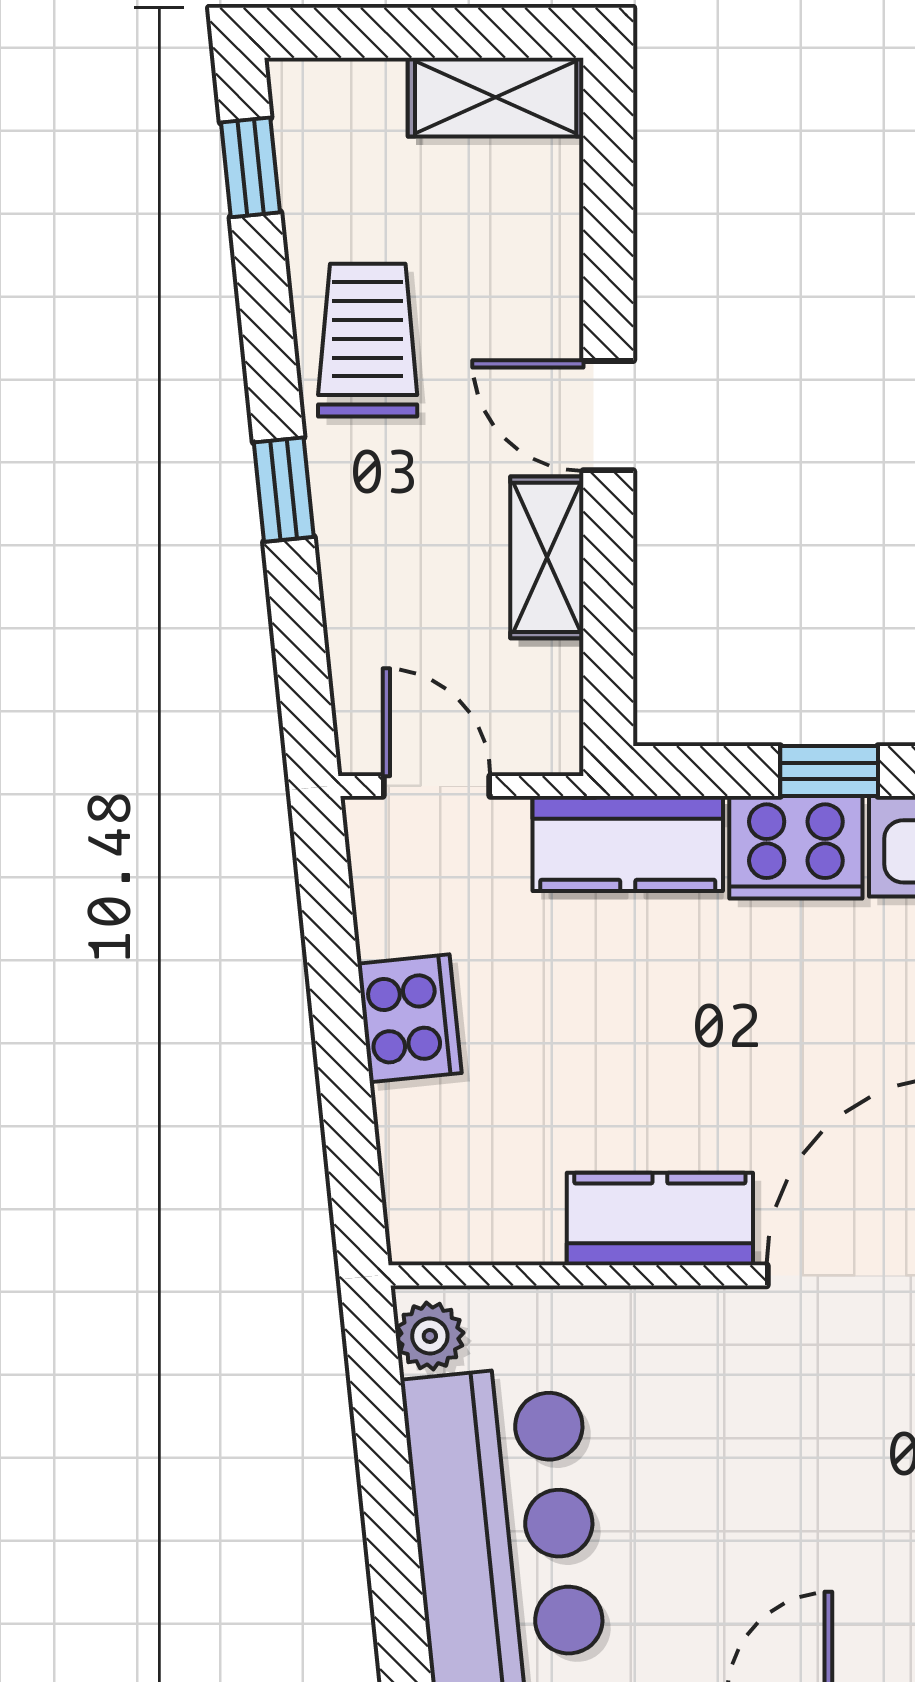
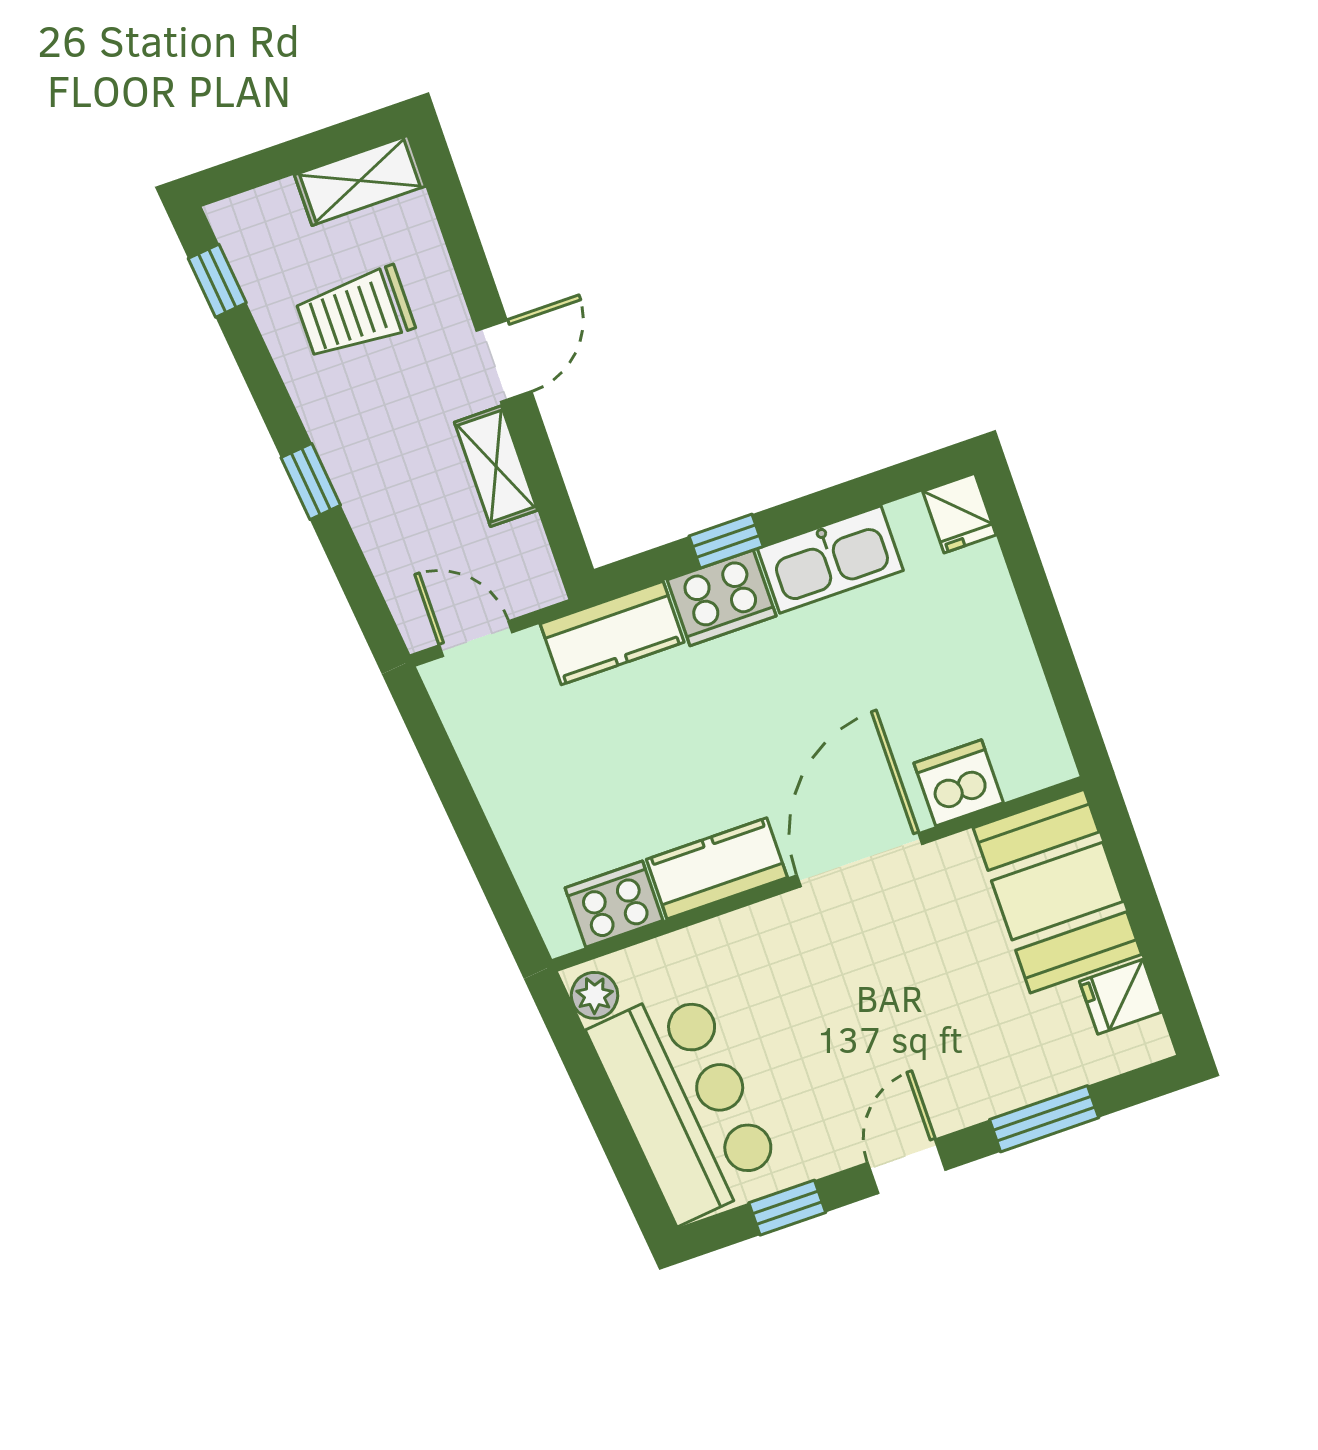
trolley: (368, 340) -> (355, 313), moved, turned -90
door: (608, 416) -> (504, 361), swing flipped
cooker: (410, 1018) -> (614, 904), moved, turned -84

